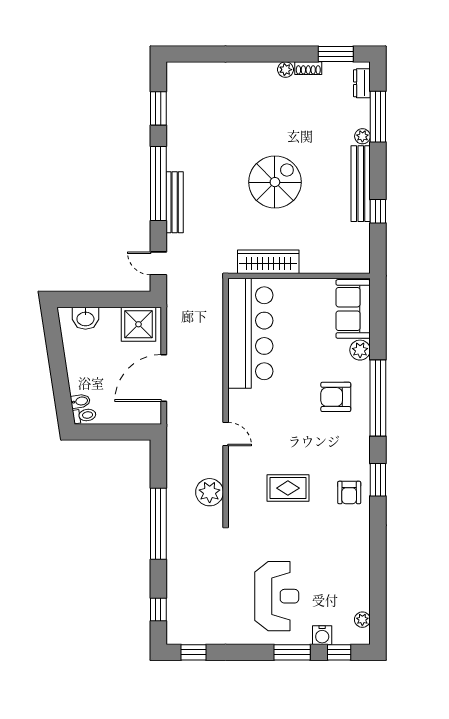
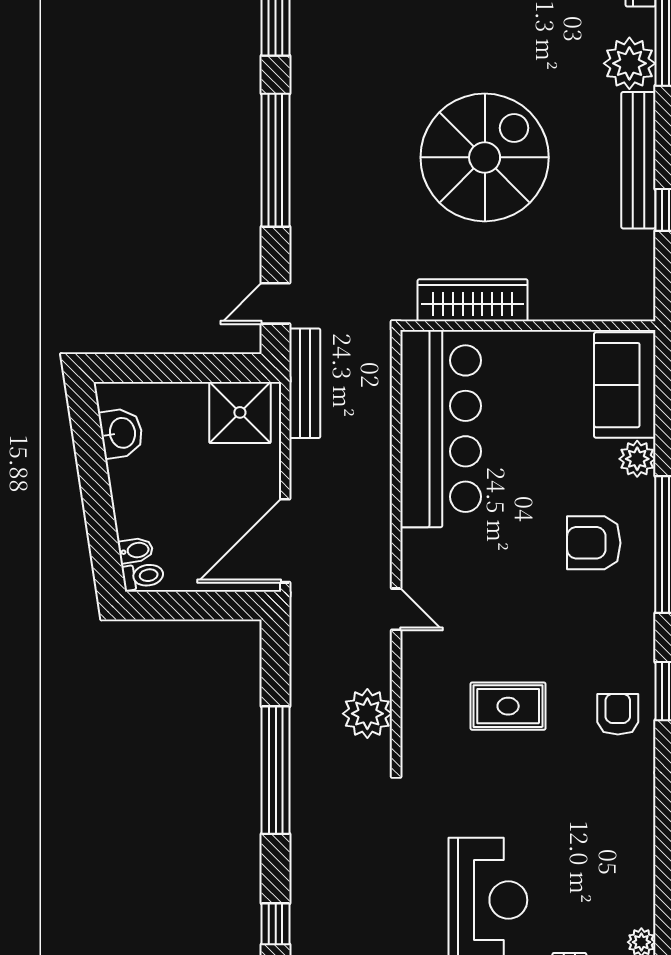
plant: (362, 136) -> (629, 63), width x1.88, depth x1.88
spiral stairs: (275, 182) -> (485, 157), width x1.37, depth x1.37
bench: (175, 202) -> (305, 383), moved
door: (158, 263) -> (276, 303), hinge flipped
washbasin: (85, 318) -> (121, 433), moved, turned -99
door: (164, 378) -> (285, 541), moved
armchair: (349, 493) -> (618, 714), turned 180

